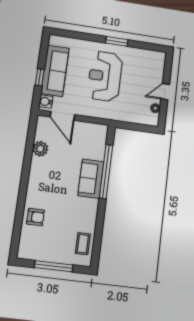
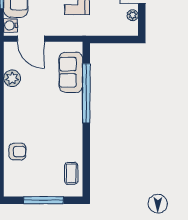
sofa: (91, 179) -> (71, 72), moved

